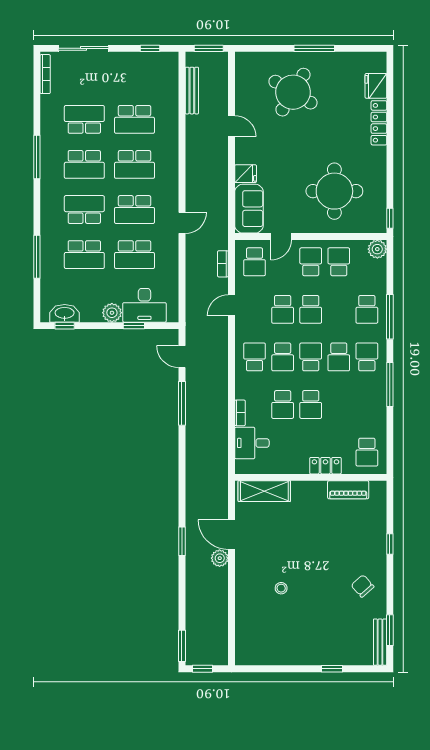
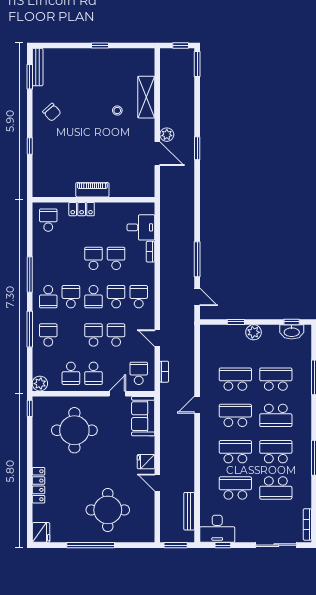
window: (314, 48) -> (91, 545), width x1.46
fridge: (376, 86) -> (41, 532), moved
round table: (293, 92) -> (108, 510), turned -31
fridge: (246, 174) -> (146, 462), moved
desk: (144, 305) -> (217, 529), moved, turned 180
door: (231, 305) -> (157, 338), swing flipped
school desk: (255, 357) -> (139, 297), turned 180
piano: (348, 490) -> (92, 190), moved
shelving: (264, 491) -> (146, 97), moved, turned 90
window: (332, 669) -> (100, 46), moved

